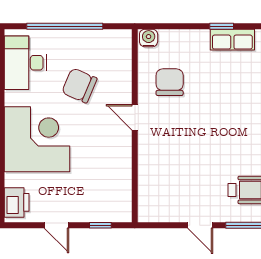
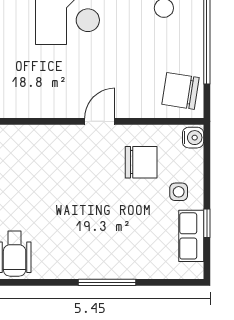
side table: (195, 50) -> (179, 192), added
chair: (79, 85) -> (180, 91), moved, turned -104

